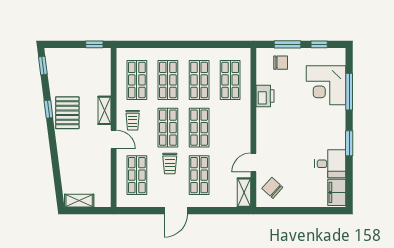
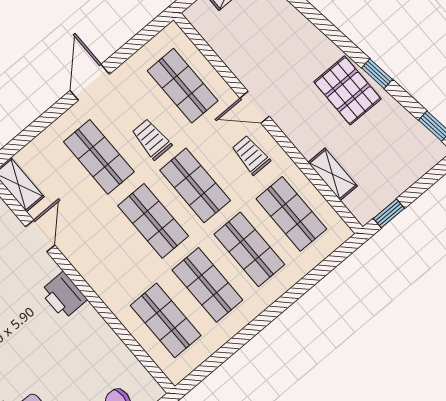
printer: (265, 96) -> (64, 295), moved
shelving: (104, 110) -> (333, 174), moved

